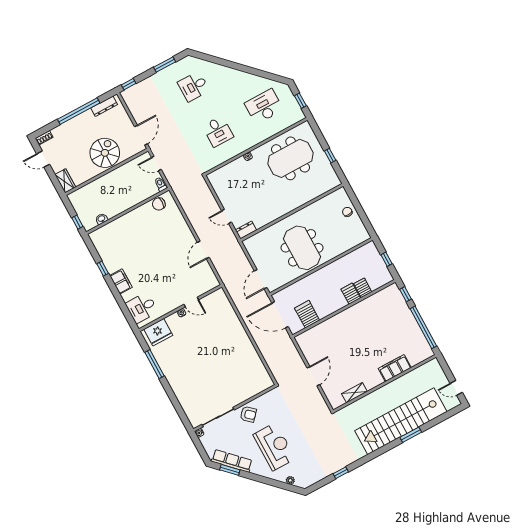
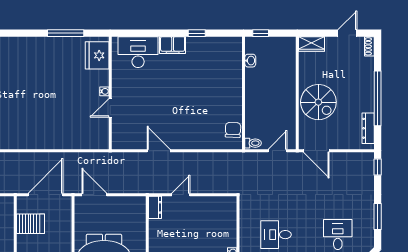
desk: (142, 308) -> (138, 52), width x1.37

